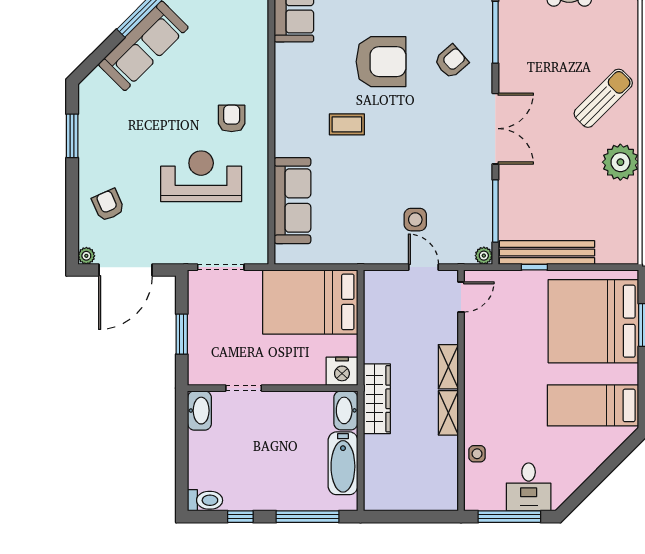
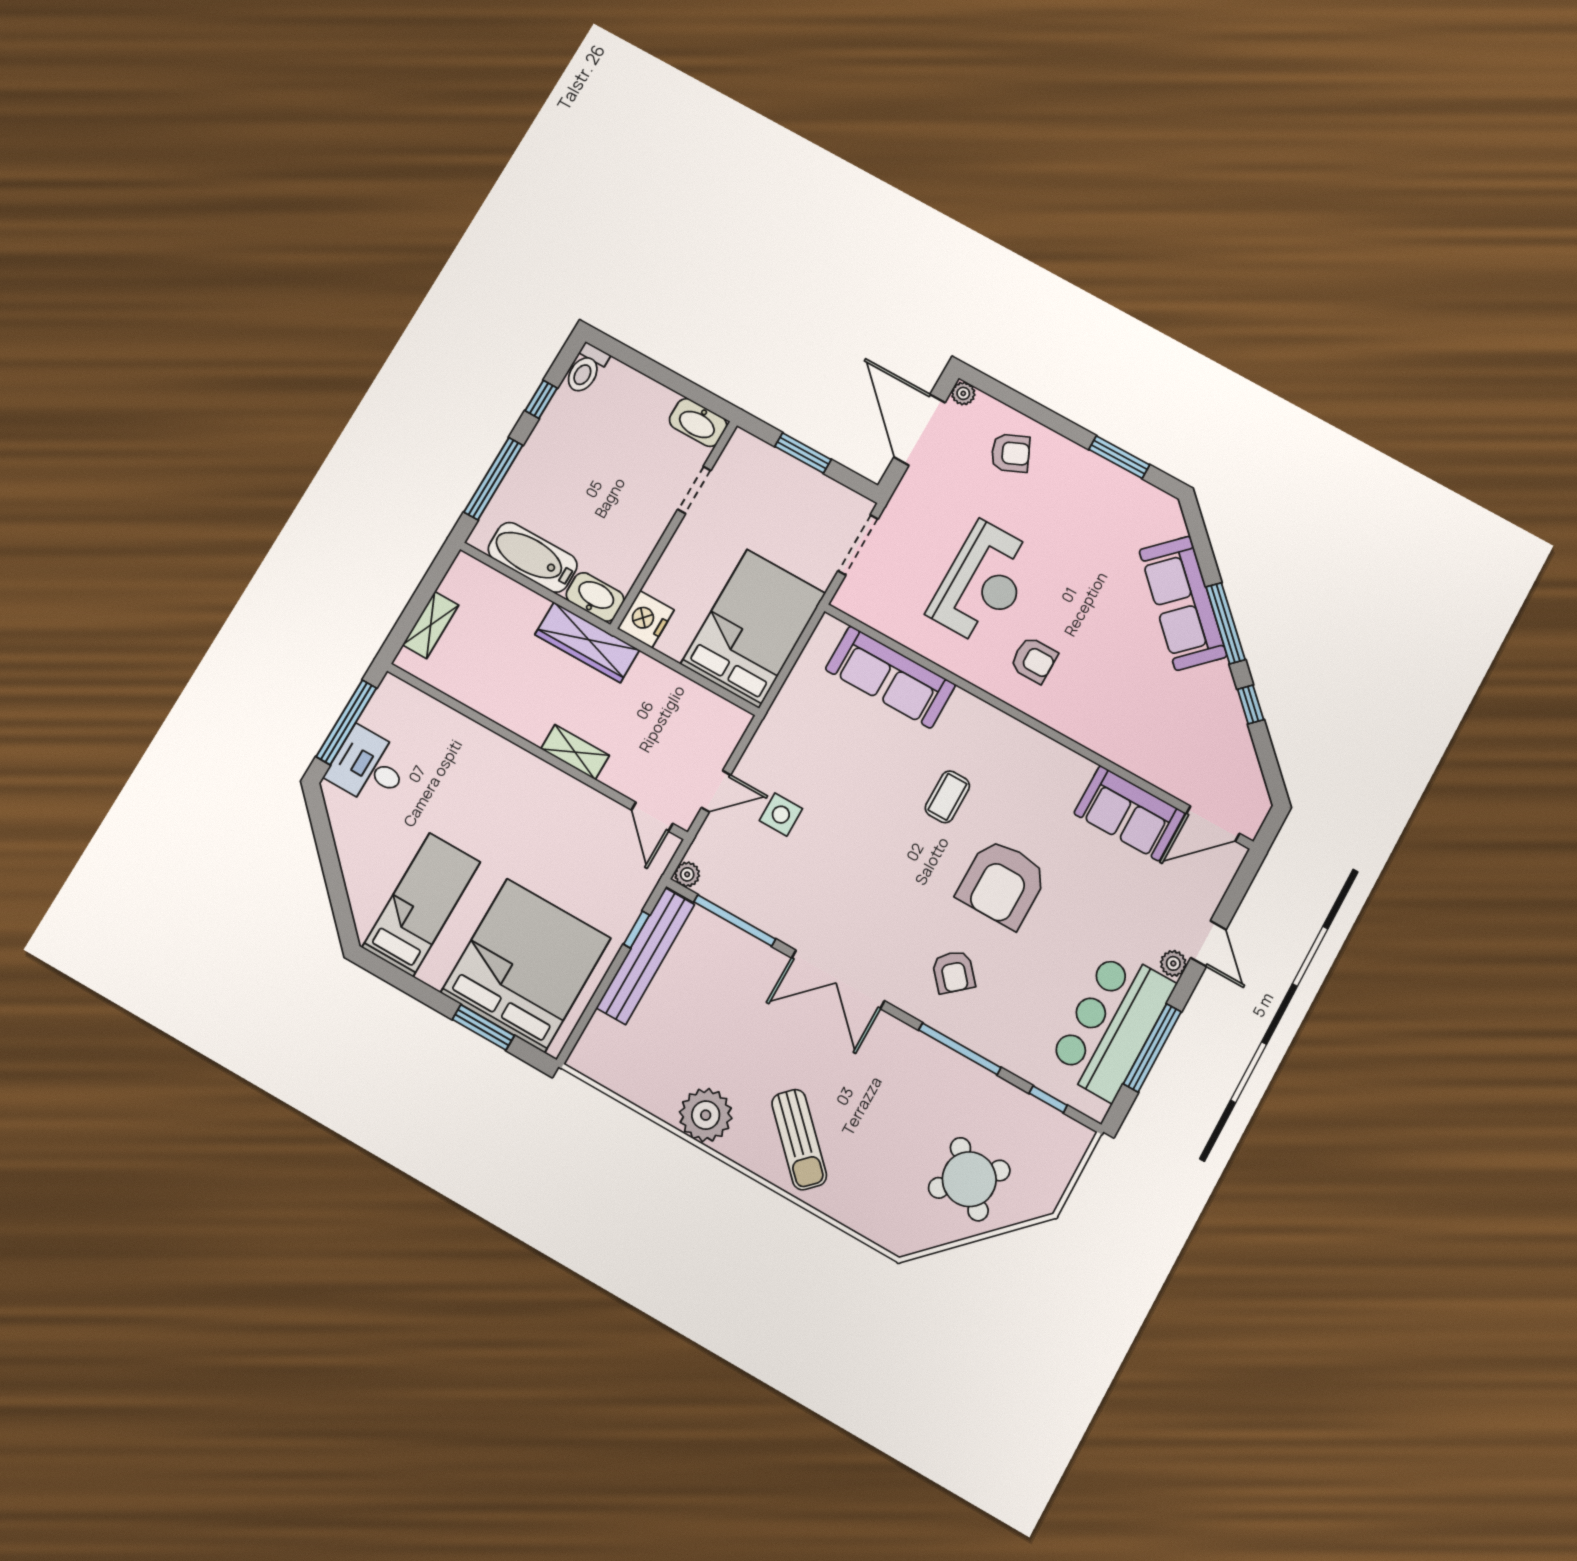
shelving: (448, 413) -> (431, 625), moved, turned 90
side table: (477, 454) -> (447, 727), removed

